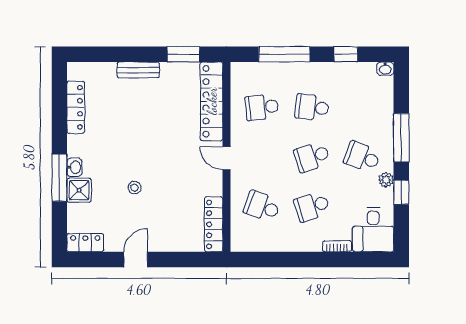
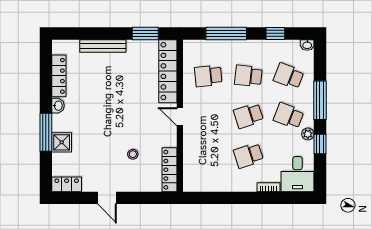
bench: (138, 70) -> (103, 46), width x1.36
washbasin: (75, 167) -> (58, 106), moved
stool: (135, 188) -> (133, 154), moved
school desk: (262, 206) -> (289, 76), moved
door: (136, 259) -> (107, 198), swing flipped

